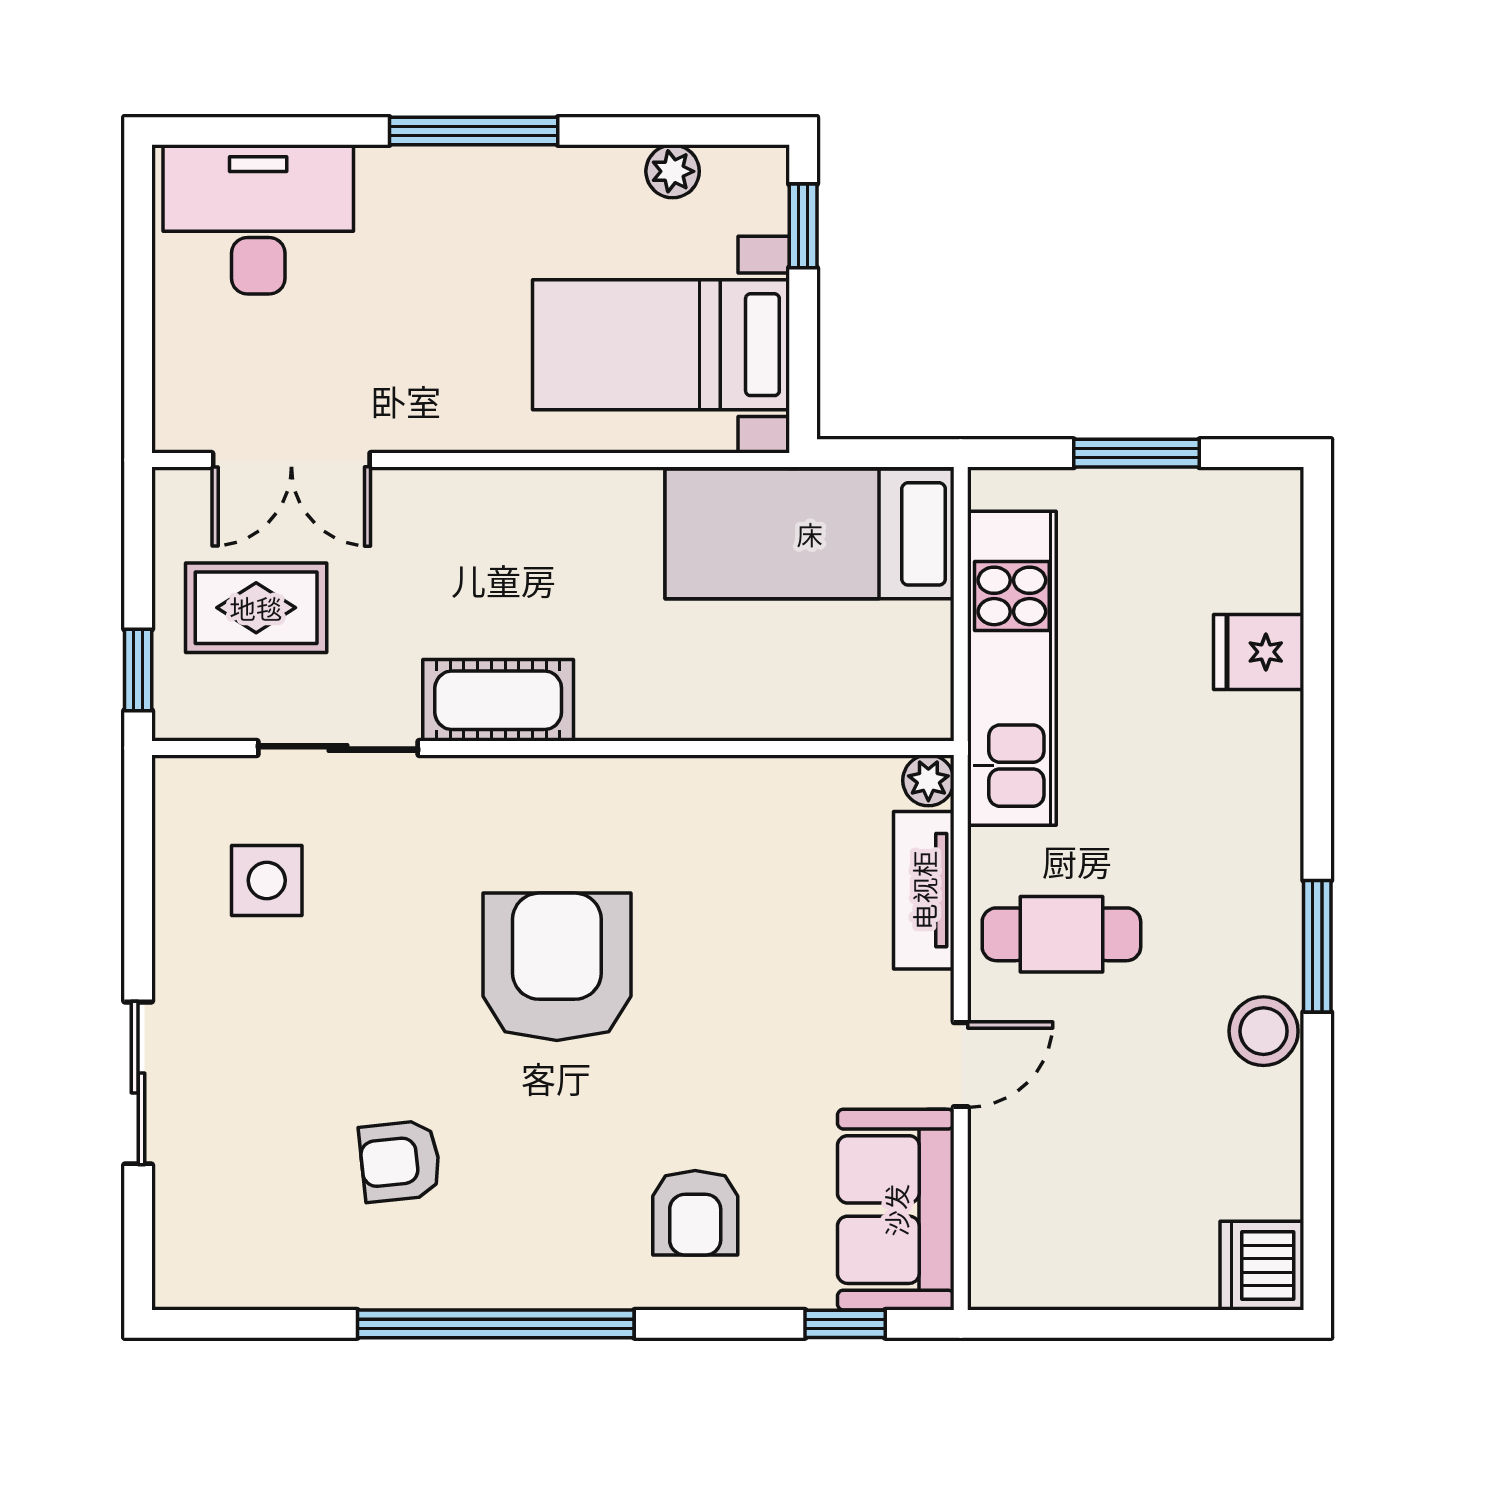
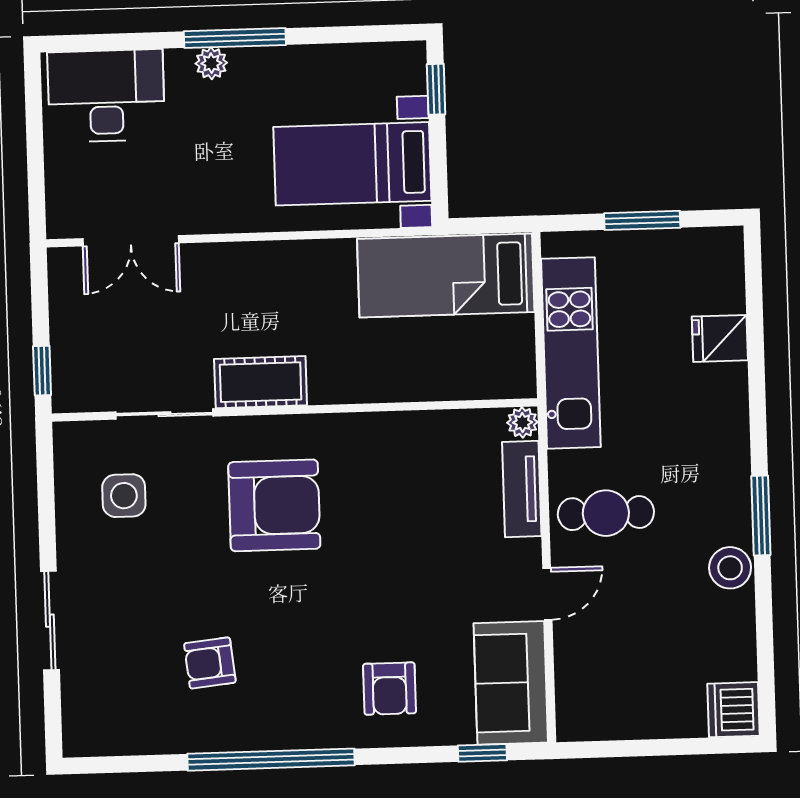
plant: (673, 171) -> (211, 63), moved
rug: (256, 608) -> (112, 331), removed
armchair: (557, 967) -> (274, 505), moved, turned 90

